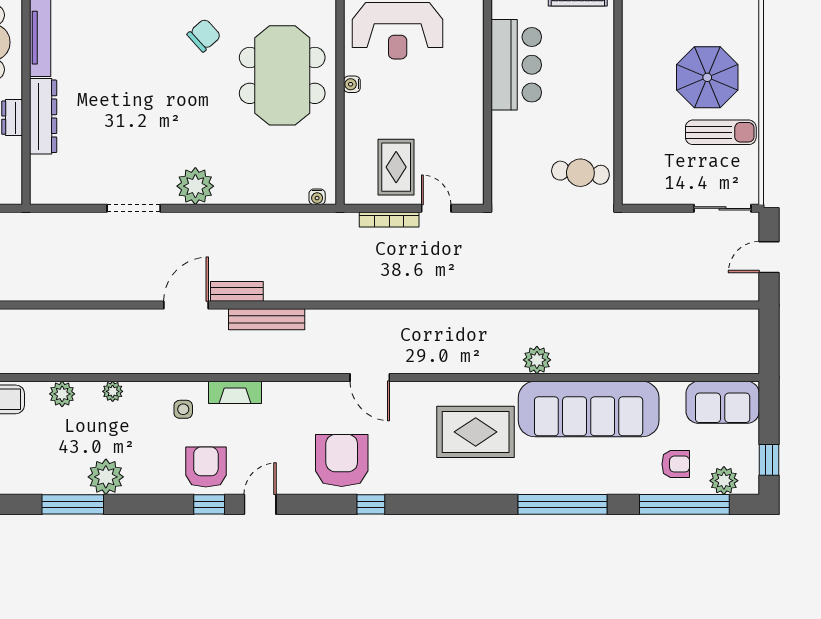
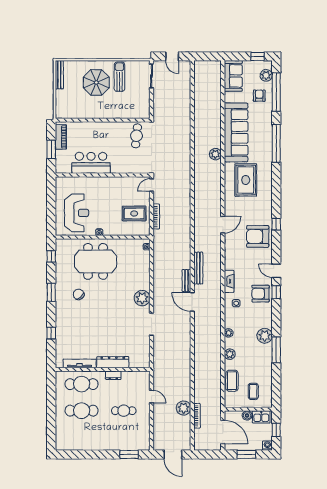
door: (436, 208) -> (152, 185), moved

